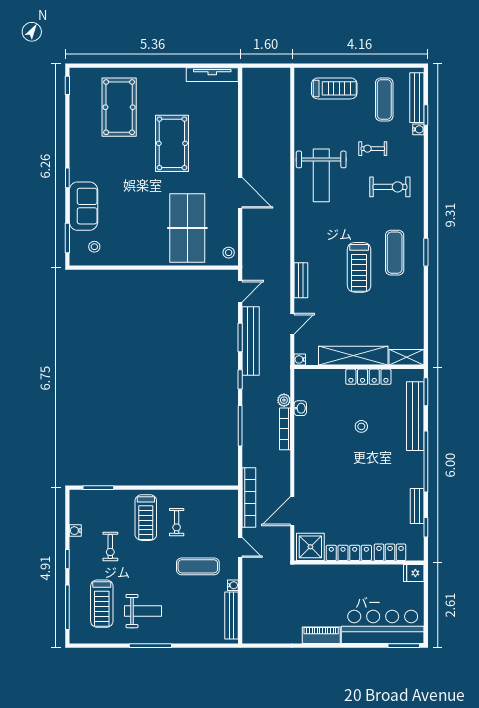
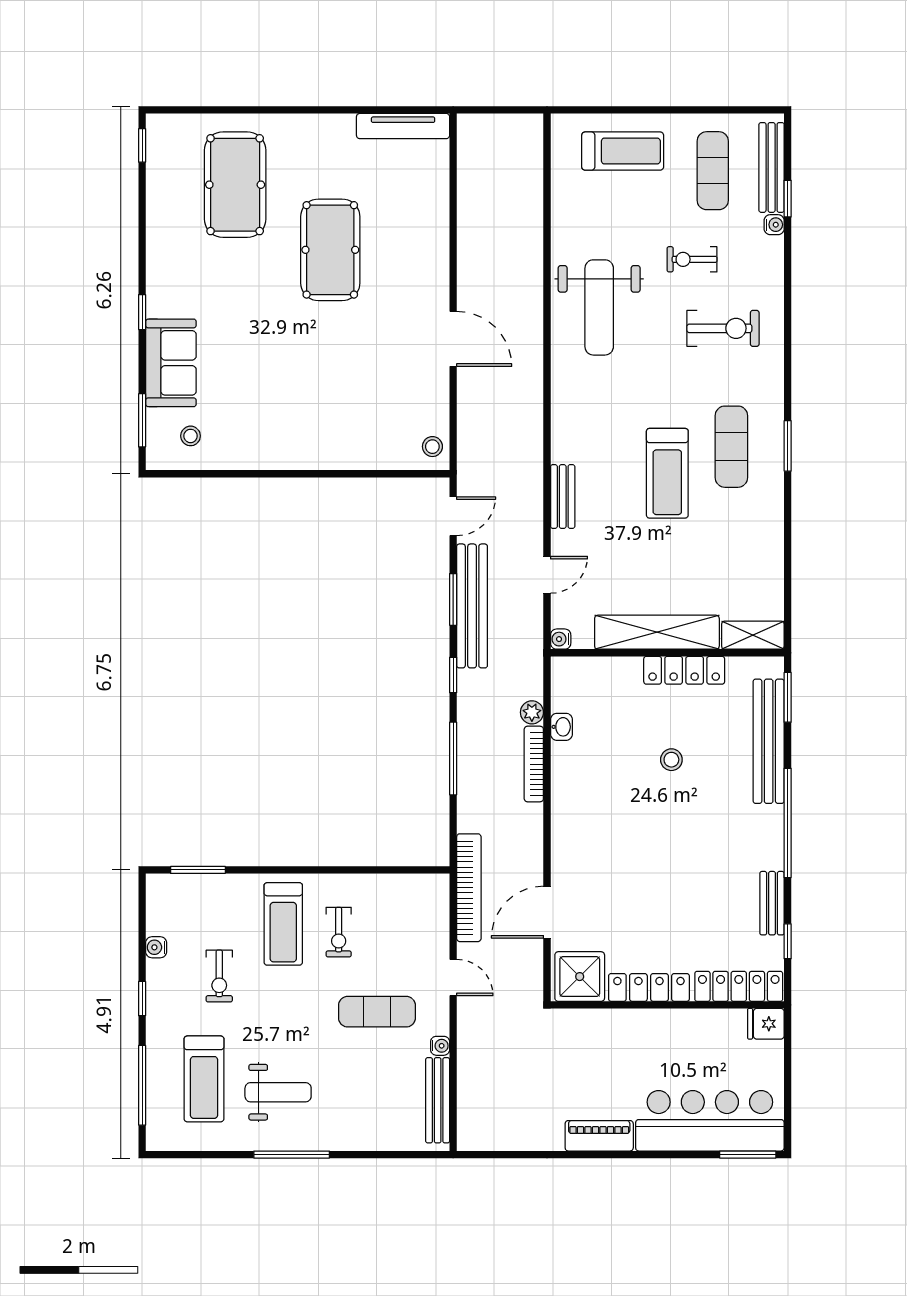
table tennis table: (187, 228) -> (358, 402), removed
locker: (390, 552) -> (739, 986), width x1.53

